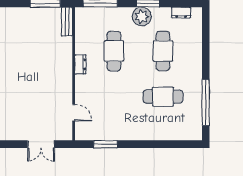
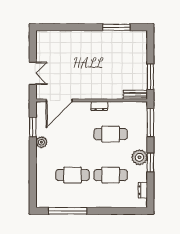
cafe table: (163, 97) -> (73, 175), turned 90
door: (74, 113) -> (59, 100), width x1.88
plant: (124, 134) -> (41, 142), added
double door: (41, 144) -> (33, 73), swing flipped

